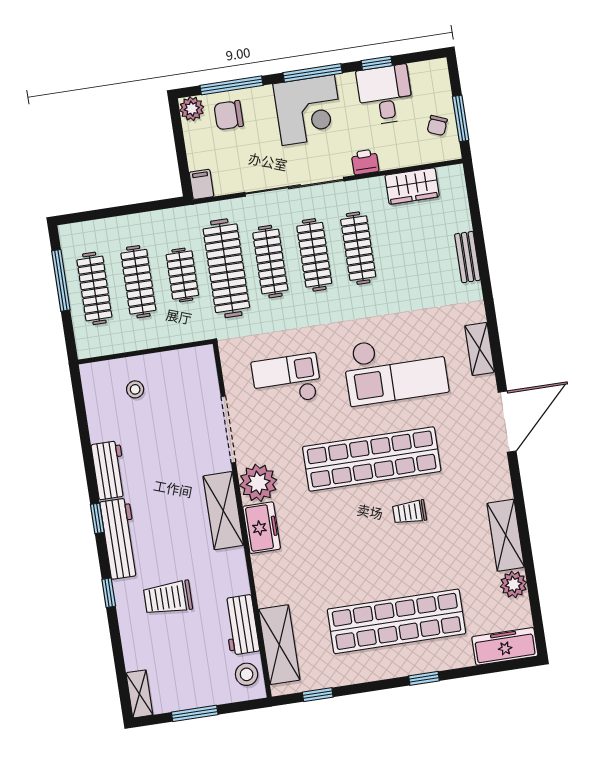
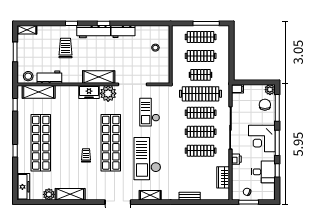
checkout: (287, 380) -> (150, 112), turned 180

